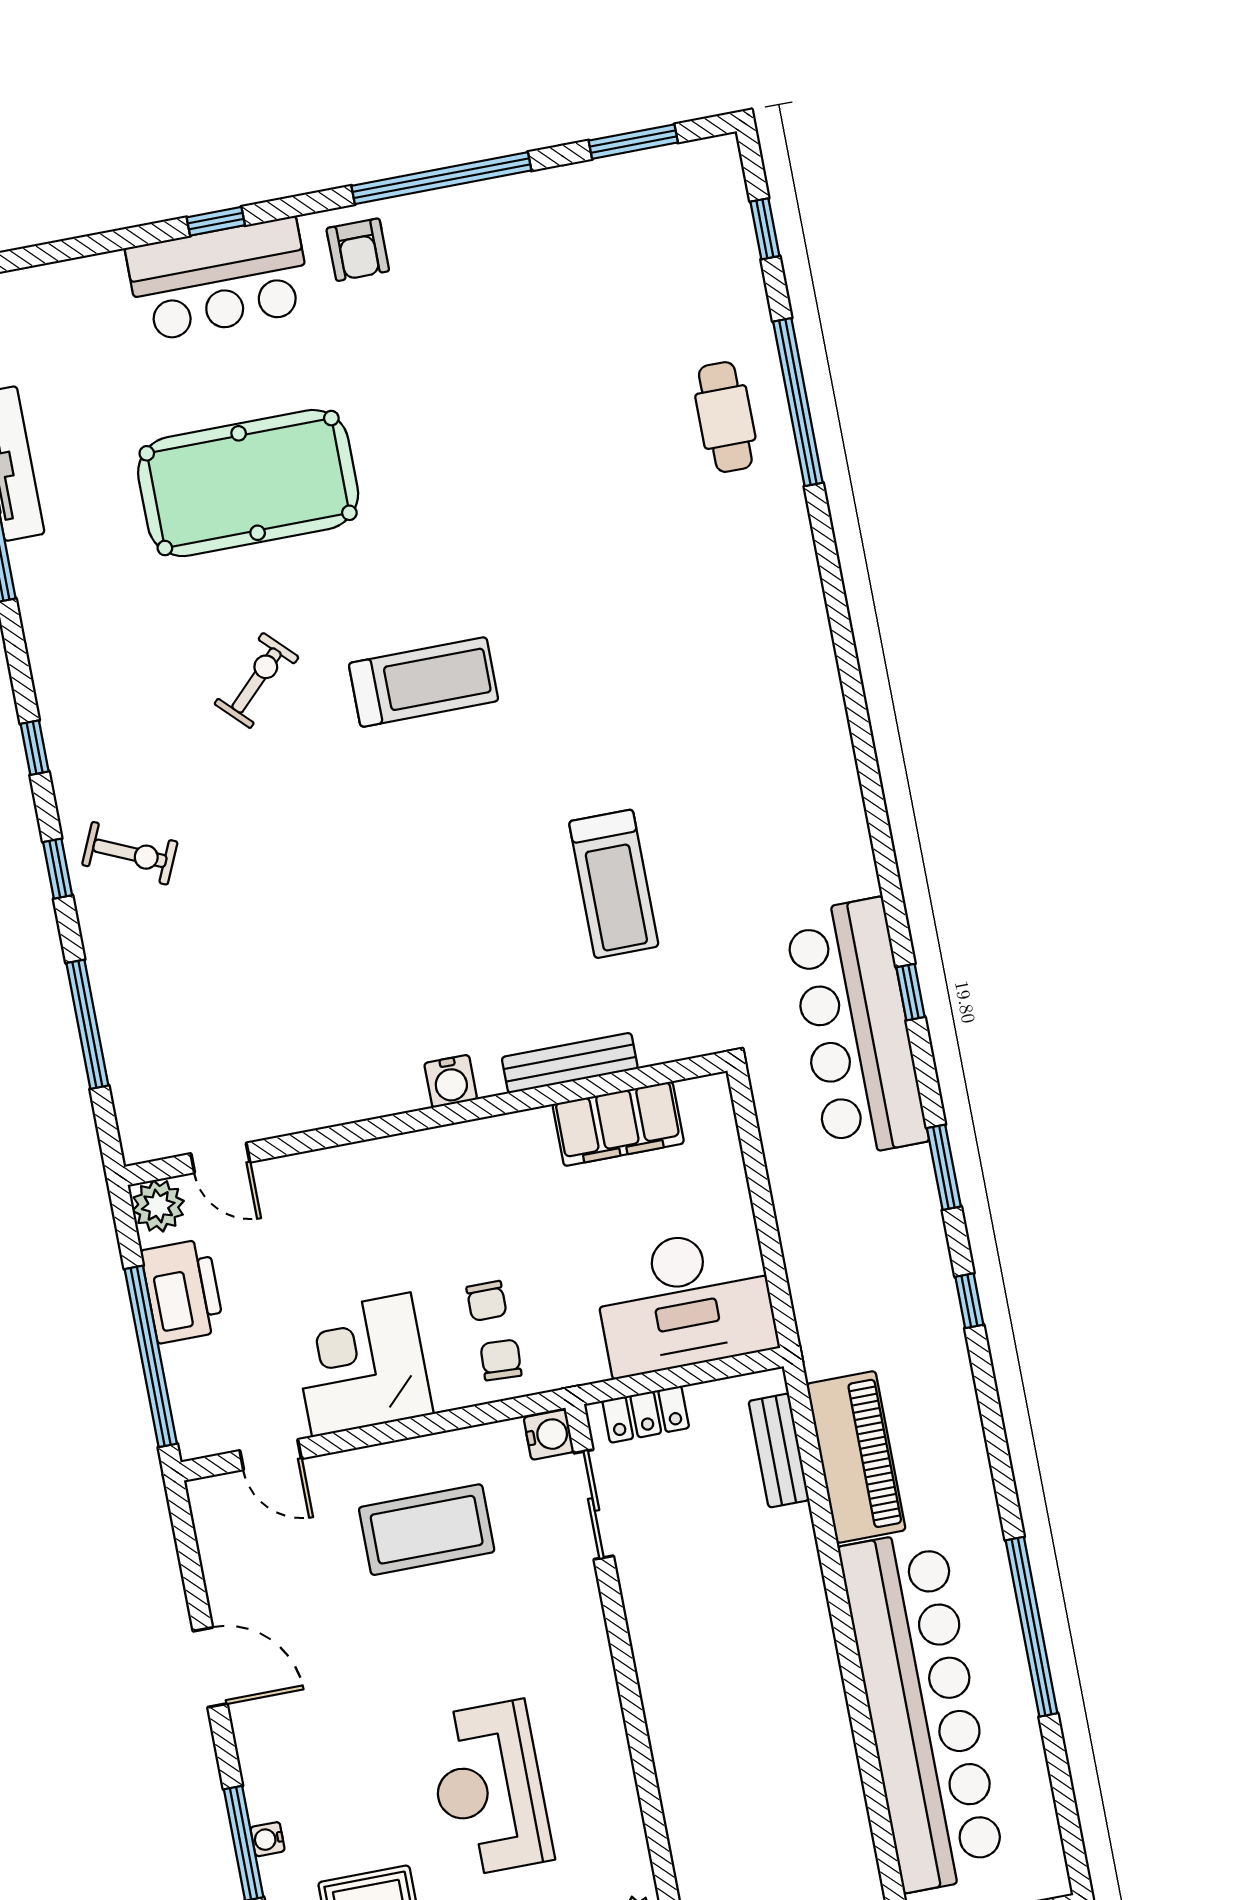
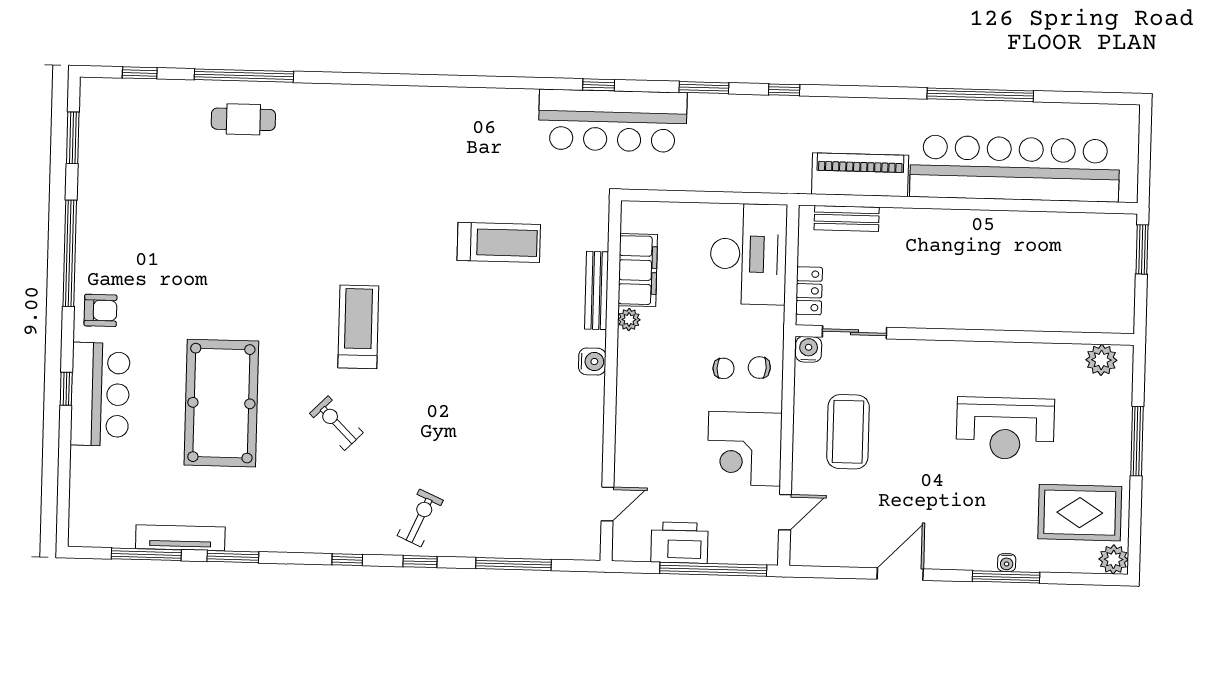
plant: (158, 1206) -> (629, 320), moved, width x0.73, depth x0.73

